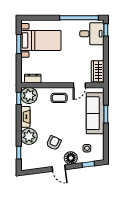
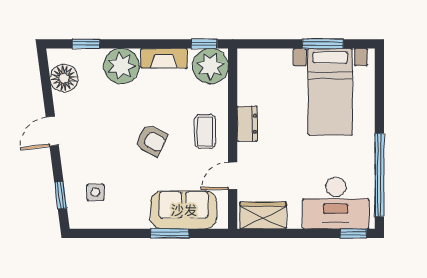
desk: (92, 34) -> (336, 203), width x1.37
dresser: (33, 79) -> (247, 124), moved
door: (79, 85) -> (233, 176), hinge flipped
sofa: (95, 113) -> (184, 210), width x0.73
armchair: (54, 143) -> (151, 140), moved
floor lamp: (71, 158) -> (64, 78), moved

